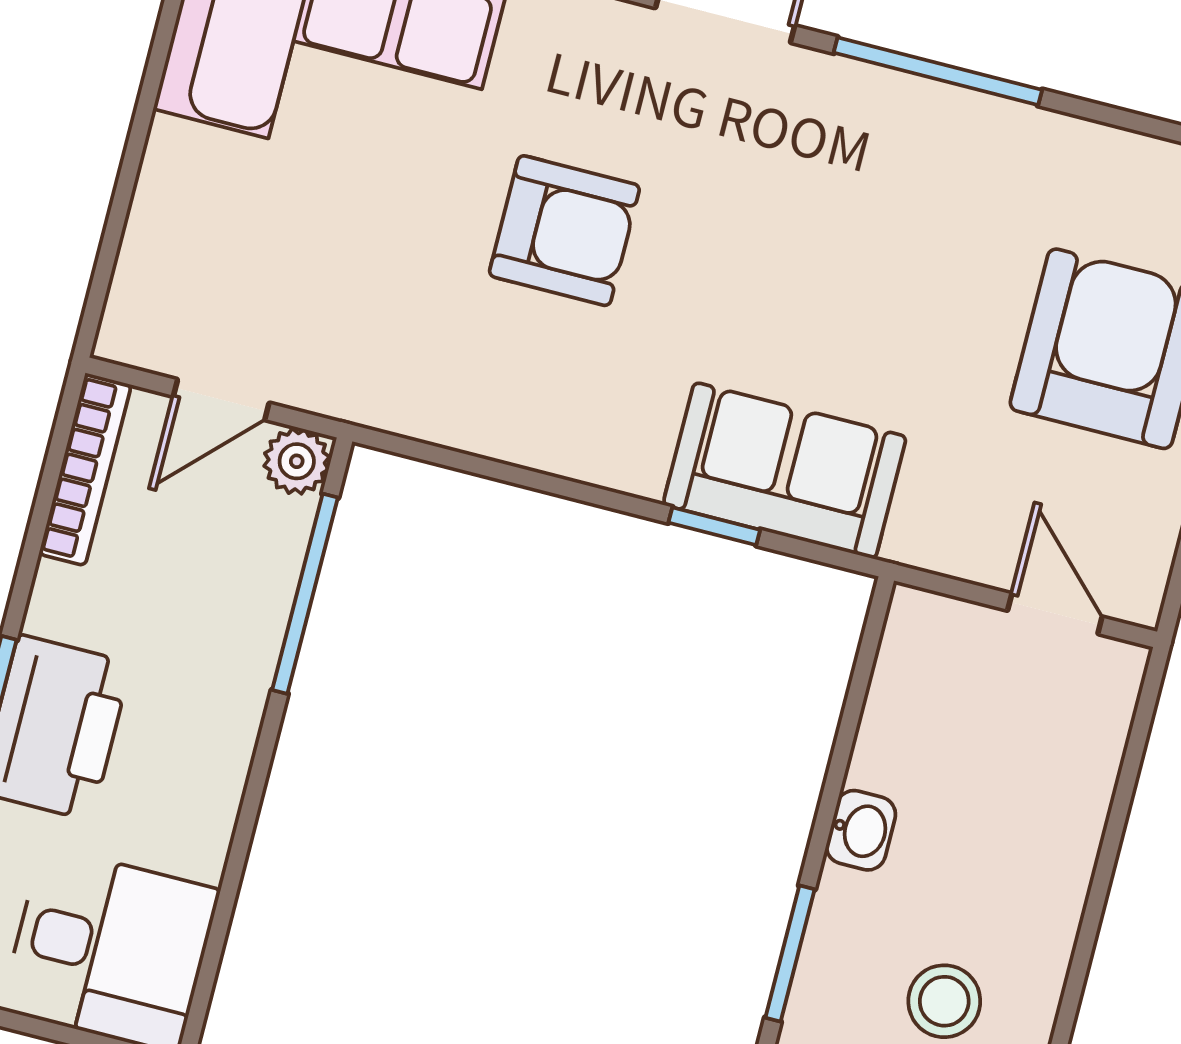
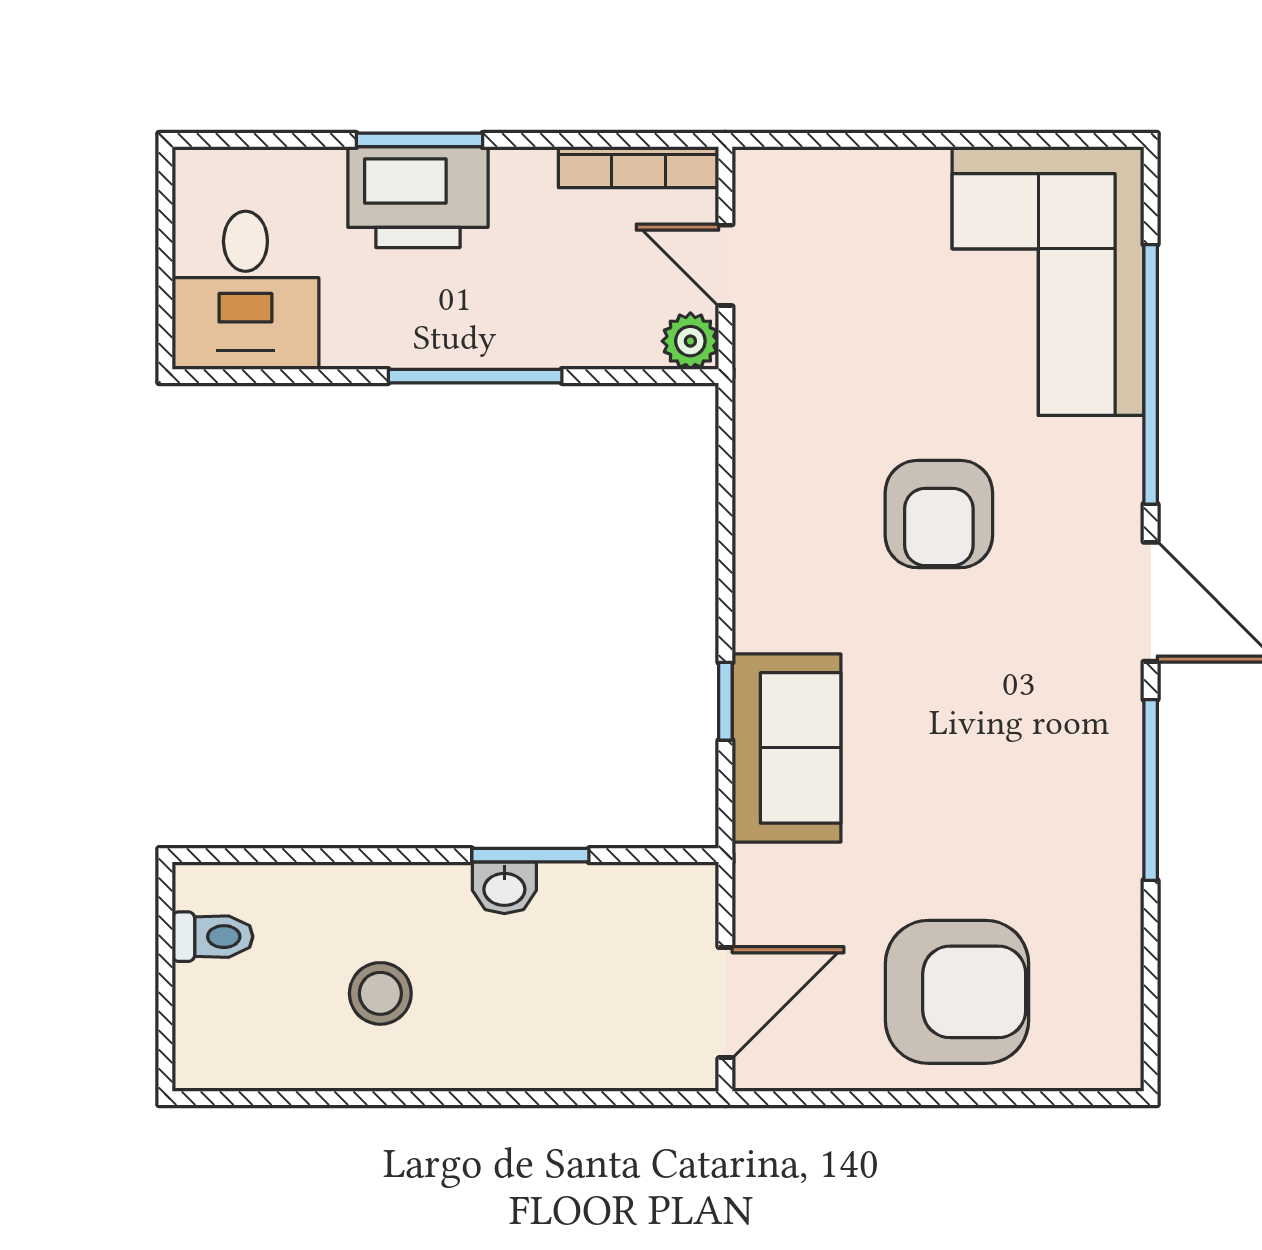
window: (305, 594) -> (475, 376), moved
door: (1055, 614) -> (725, 1003), width x1.37
window: (790, 954) -> (530, 855), moved

